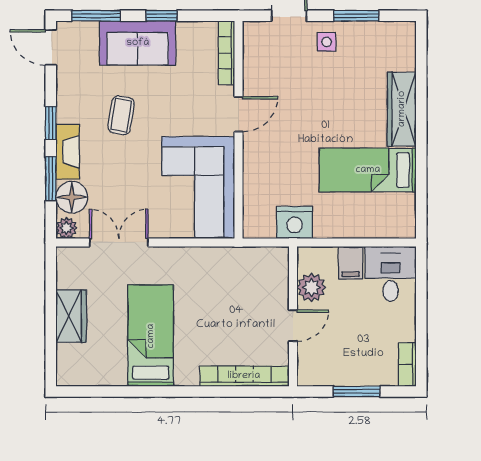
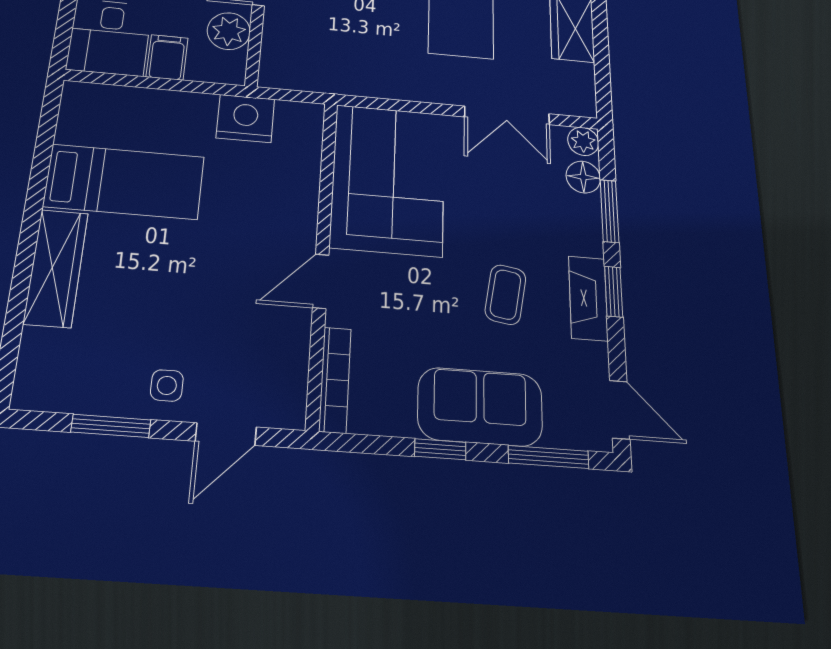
fireplace: (68, 152) -> (588, 298), moved
floor lamp: (72, 197) -> (583, 177), width x0.73, depth x0.73

